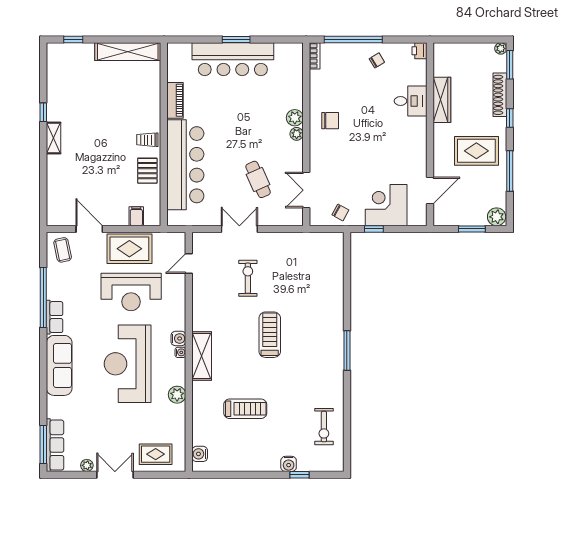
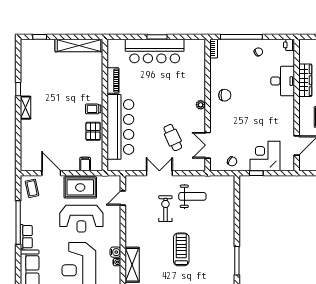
desk: (411, 101) -> (283, 81), width x1.37
plant: (295, 118) -> (199, 93), removed
weight bench: (285, 261) -> (192, 196), added

